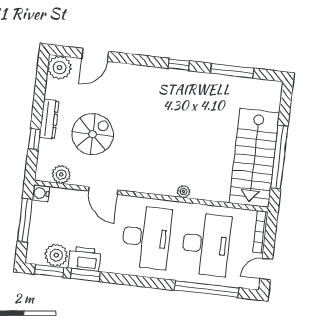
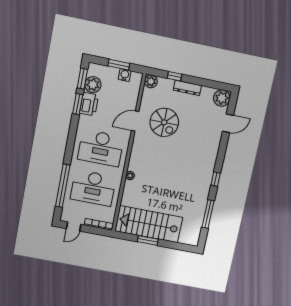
door: (95, 55) -> (228, 123), swing flipped
spiral stairs: (93, 134) -> (164, 122), moved
window: (279, 157) -> (148, 240), width x0.47
plant: (61, 174) -> (151, 81), moved
water cooler: (41, 193) -> (125, 75), moved
window: (25, 220) -> (119, 65), width x0.69
door: (266, 269) -> (74, 227), swing flipped

